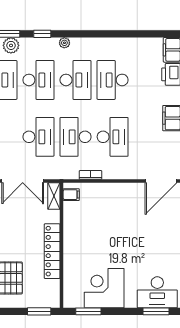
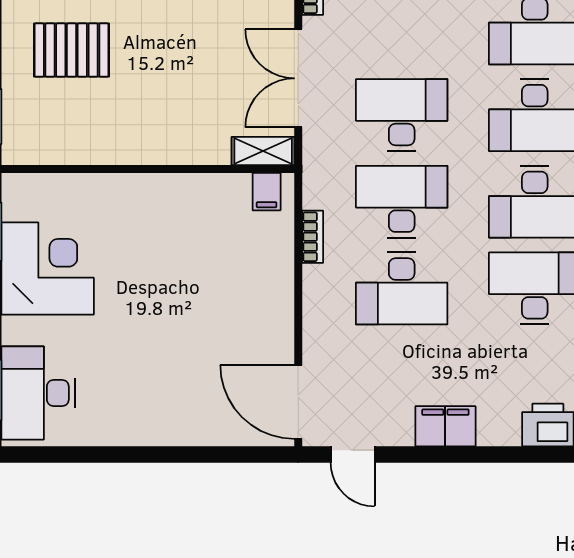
desk: (38, 137) -> (402, 115), turned 180
locker: (52, 251) -> (134, 147), removed

